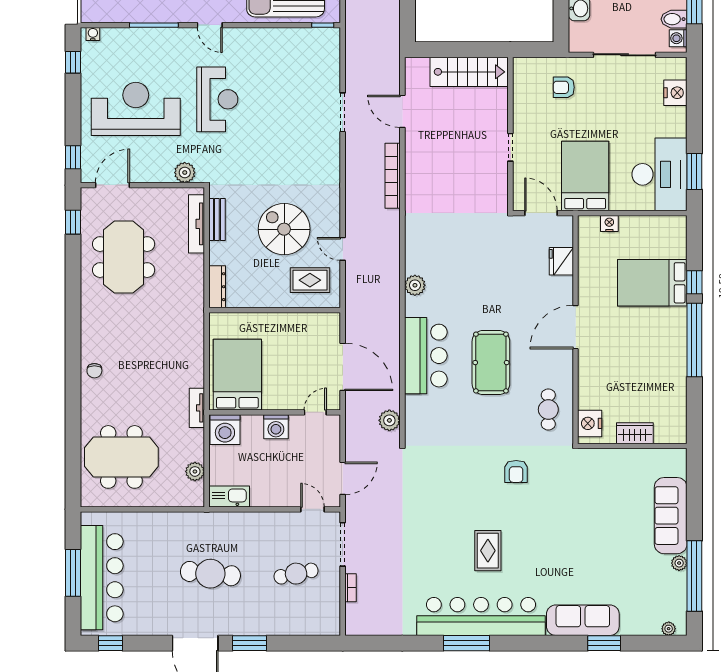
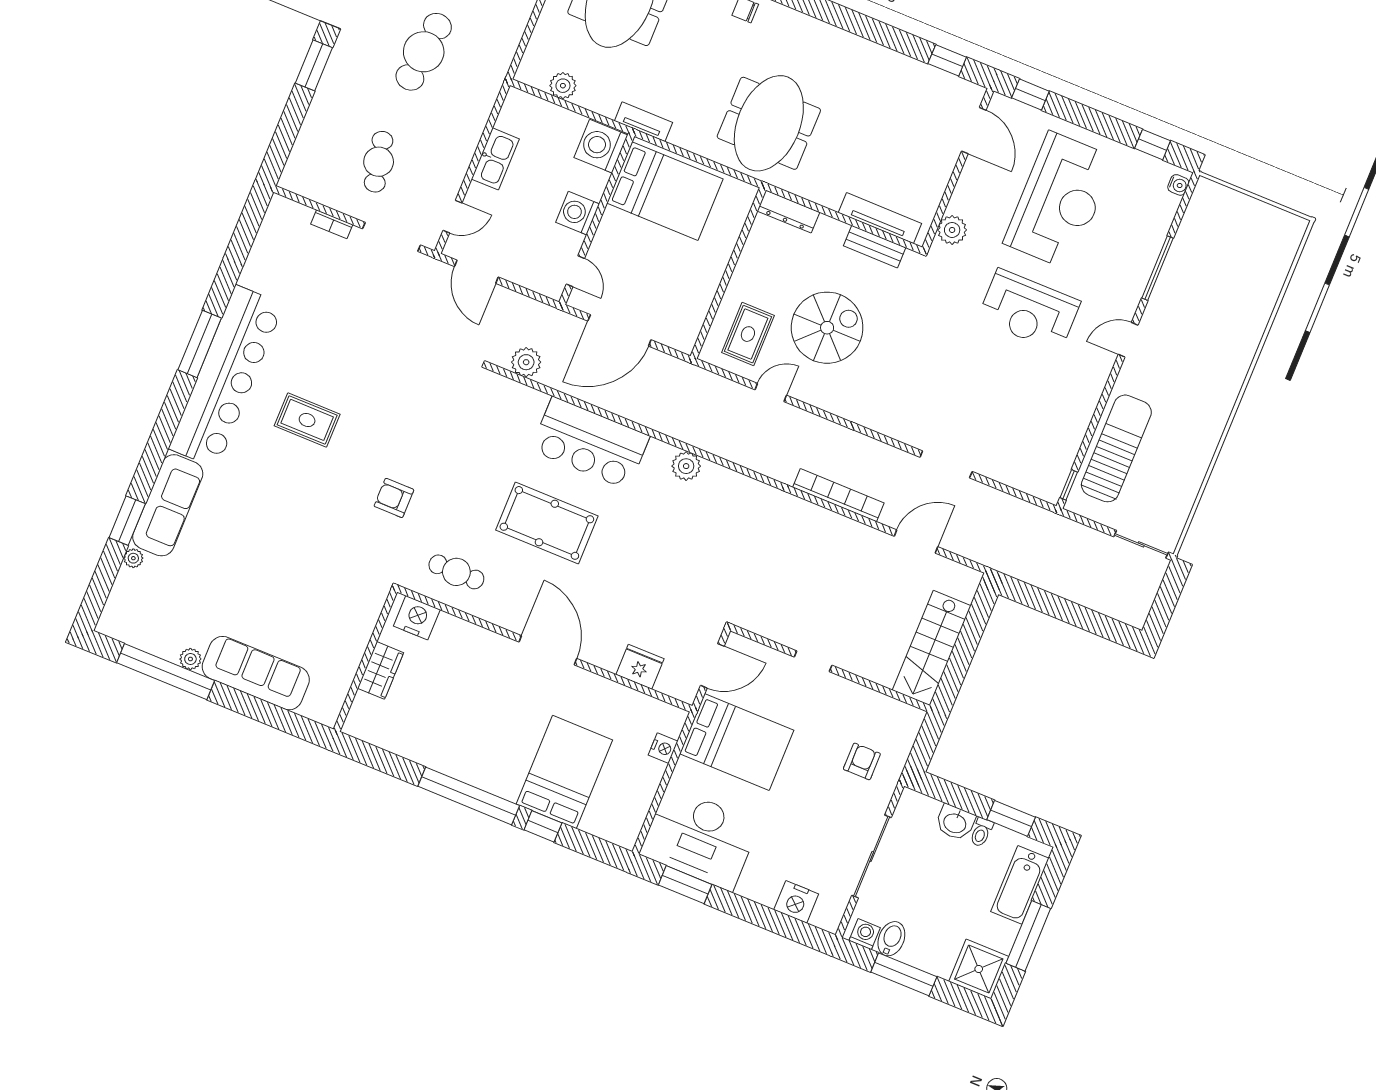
meeting table: (124, 257) -> (769, 123), moved, turned 90
kitchen sink: (229, 497) -> (495, 159), moved
plant: (669, 629) -> (133, 558), moved

